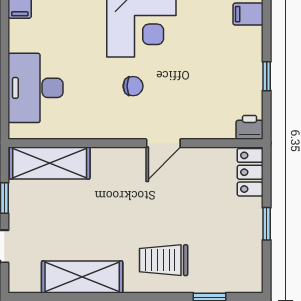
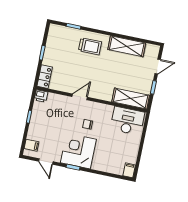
desk: (36, 88) -> (127, 121), moved, turned -90

